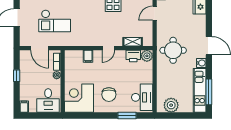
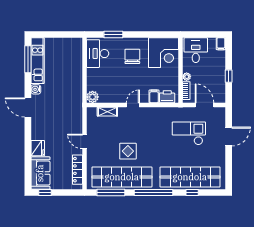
door: (155, 13) -> (84, 141), swing flipped
round table: (173, 50) -> (65, 103), removed
printer: (133, 56) -> (167, 97), moved
plant: (171, 105) -> (67, 45), removed

